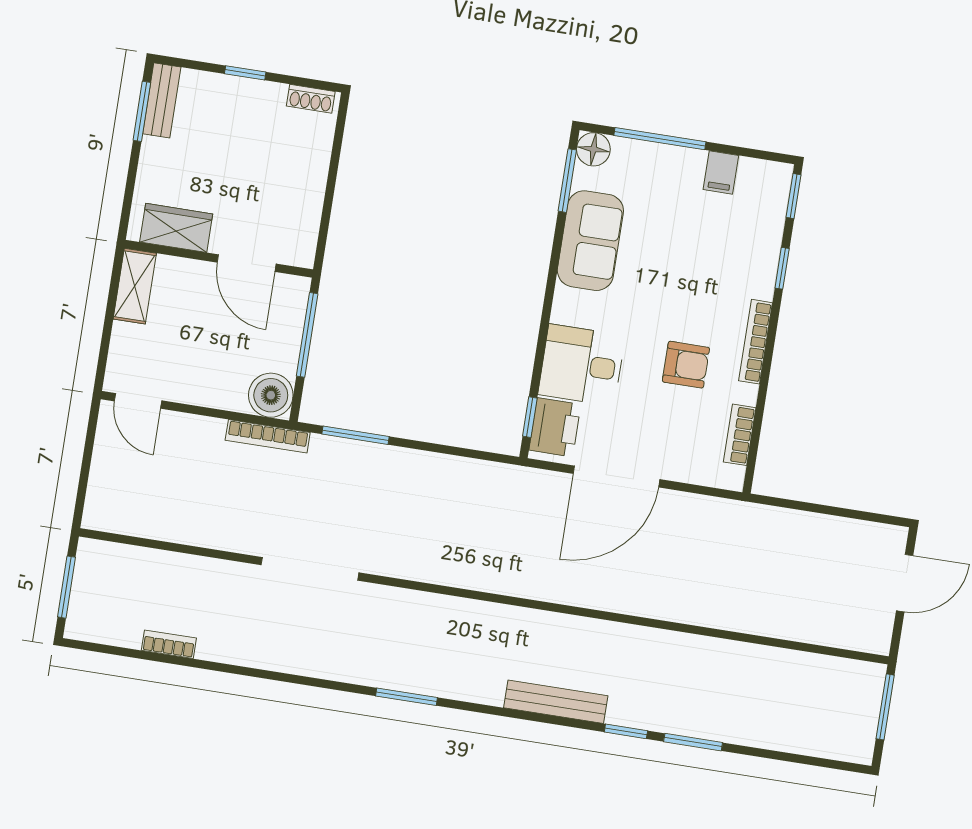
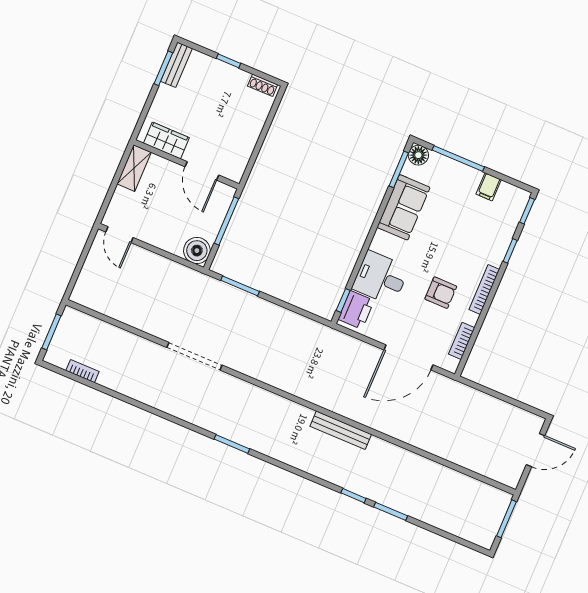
bookcase: (268, 436) -> (189, 274), removed
door: (617, 477) -> (408, 357), moved
bookcase: (169, 644) -> (82, 371), moved
bench: (556, 702) -> (341, 430), moved

